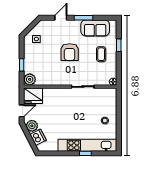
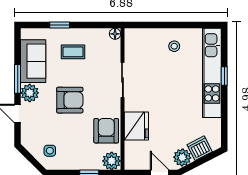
plant: (74, 26) -> (30, 93), added
armchair: (49, 76) -> (106, 131), added
fridge: (33, 96) -> (136, 126), moved

